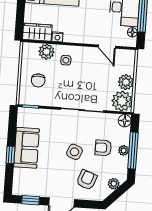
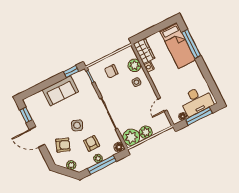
window: (10, 155) -> (71, 71), moved

